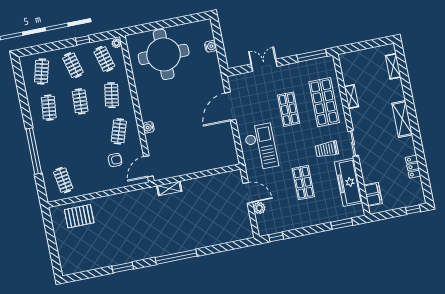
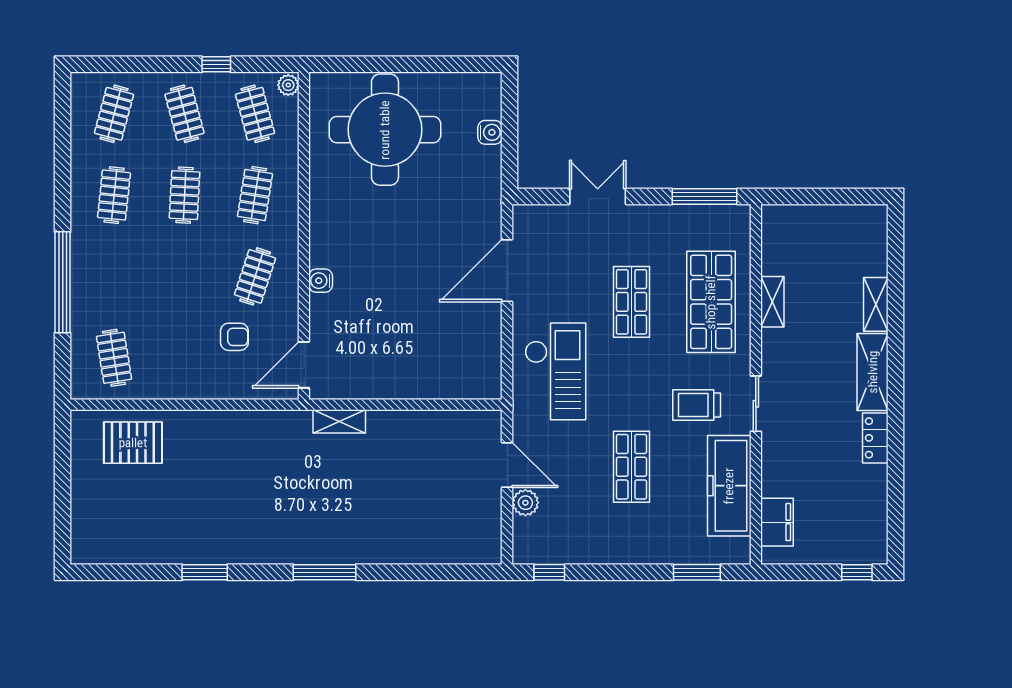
shelving: (393, 66) -> (876, 304), moved
locker: (413, 167) -> (875, 438), moved
window: (176, 257) -> (325, 572), width x0.68

